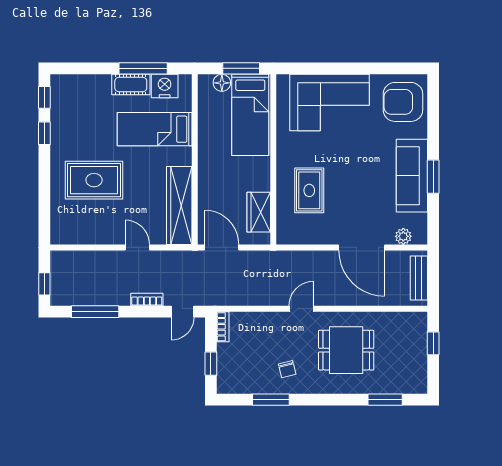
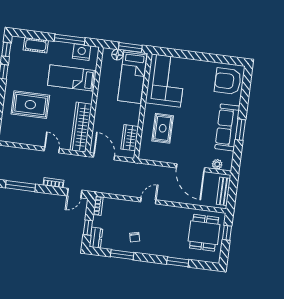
cot: (131, 85) -> (36, 45), moved
corner sofa: (330, 102) -> (166, 81), moved, turned -90
dining table: (346, 350) -> (204, 233), moved, turned 90
dresser: (226, 378) -> (96, 238), added
window: (385, 400) -> (178, 262), moved

